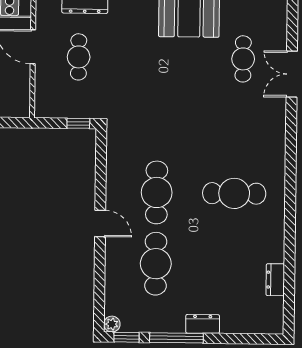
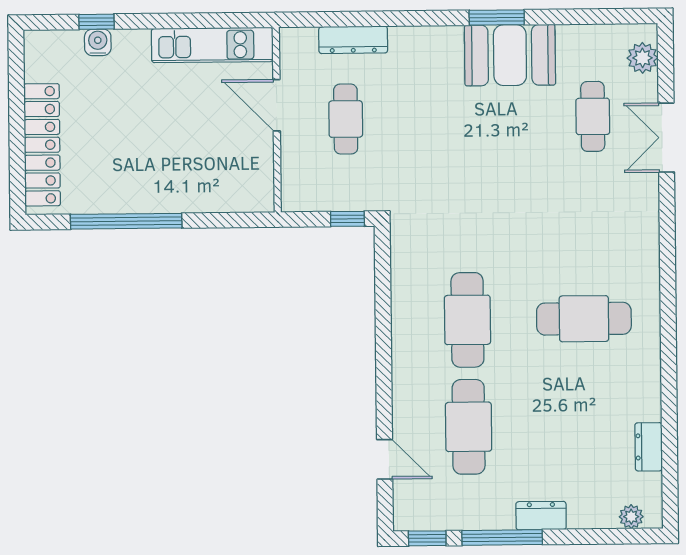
plant: (277, 21) -> (642, 58), added
door: (100, 223) -> (385, 459), moved
plant: (112, 324) -> (631, 517), moved

